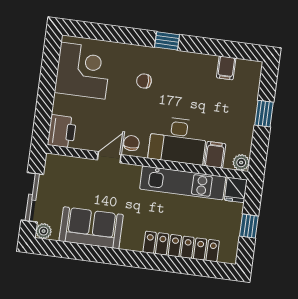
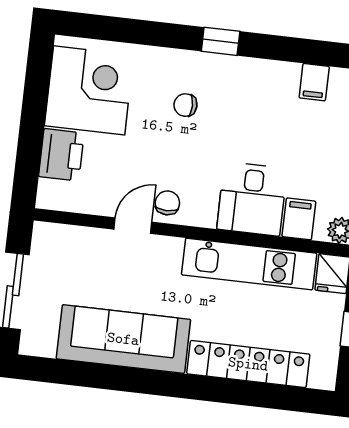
printer: (62, 131) -> (61, 155), moved
desk: (178, 141) -> (252, 199), width x0.73
sofa: (91, 228) -> (123, 339), width x1.36
plant: (44, 231) -> (32, 344), removed

